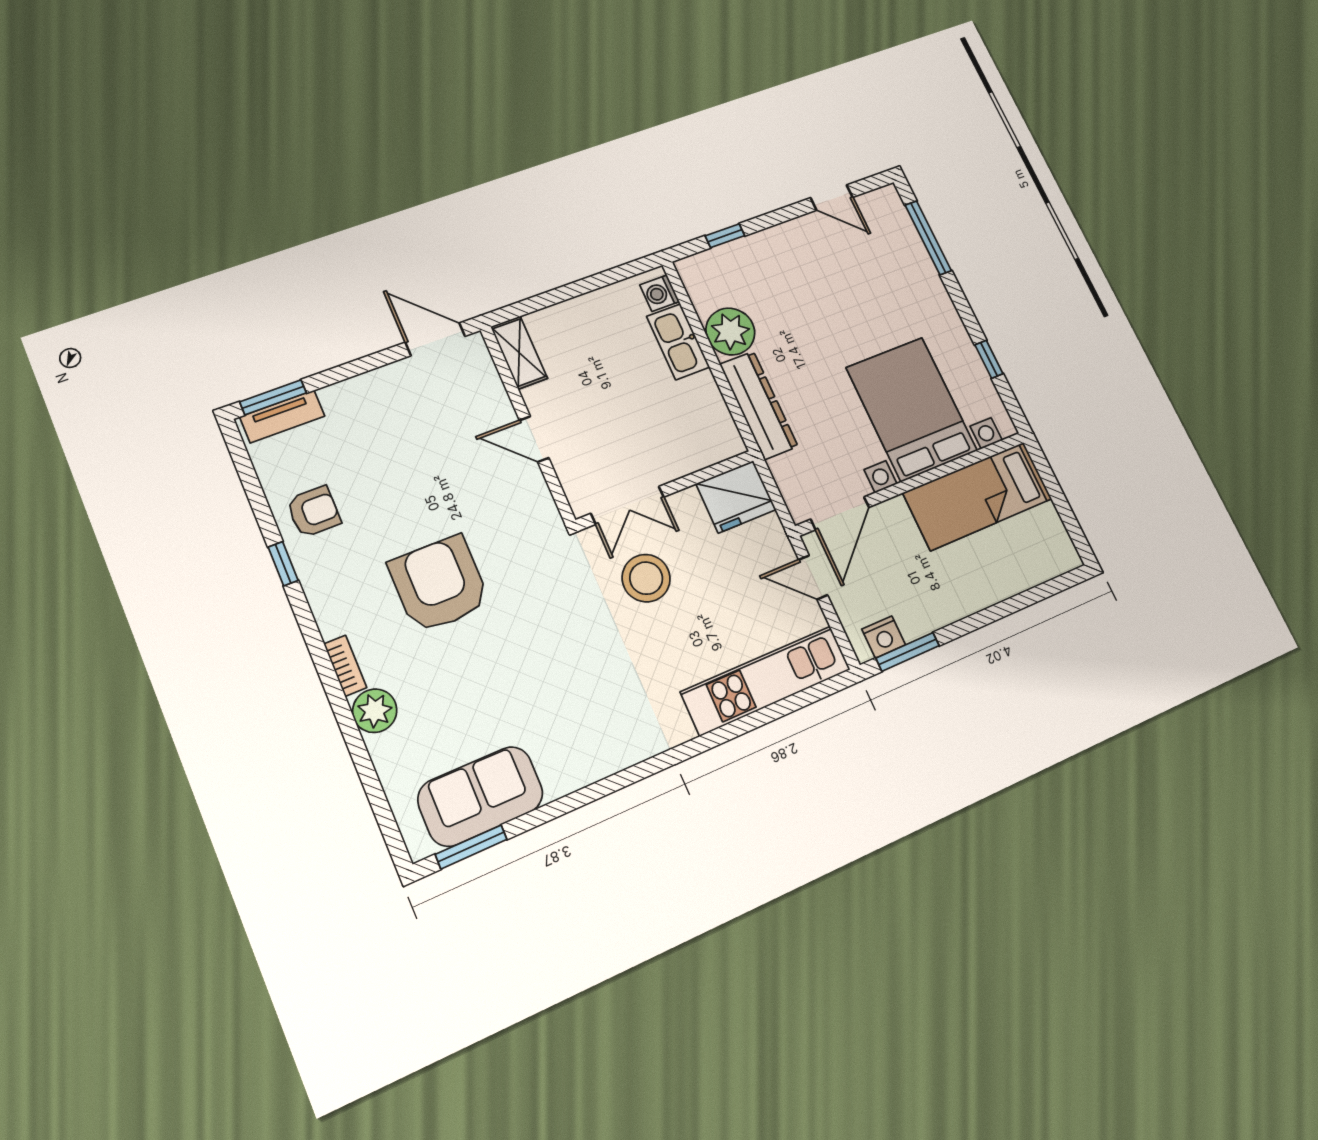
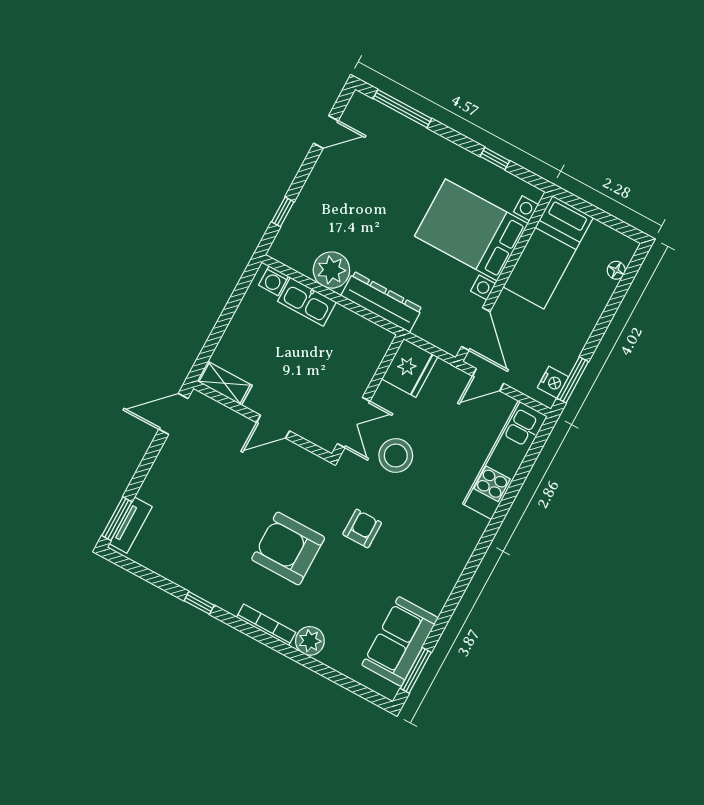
armchair: (314, 512) -> (362, 528), moved
floor lamp: (1038, 572) -> (616, 270), added
bookcase: (345, 666) -> (266, 625), width x1.56

